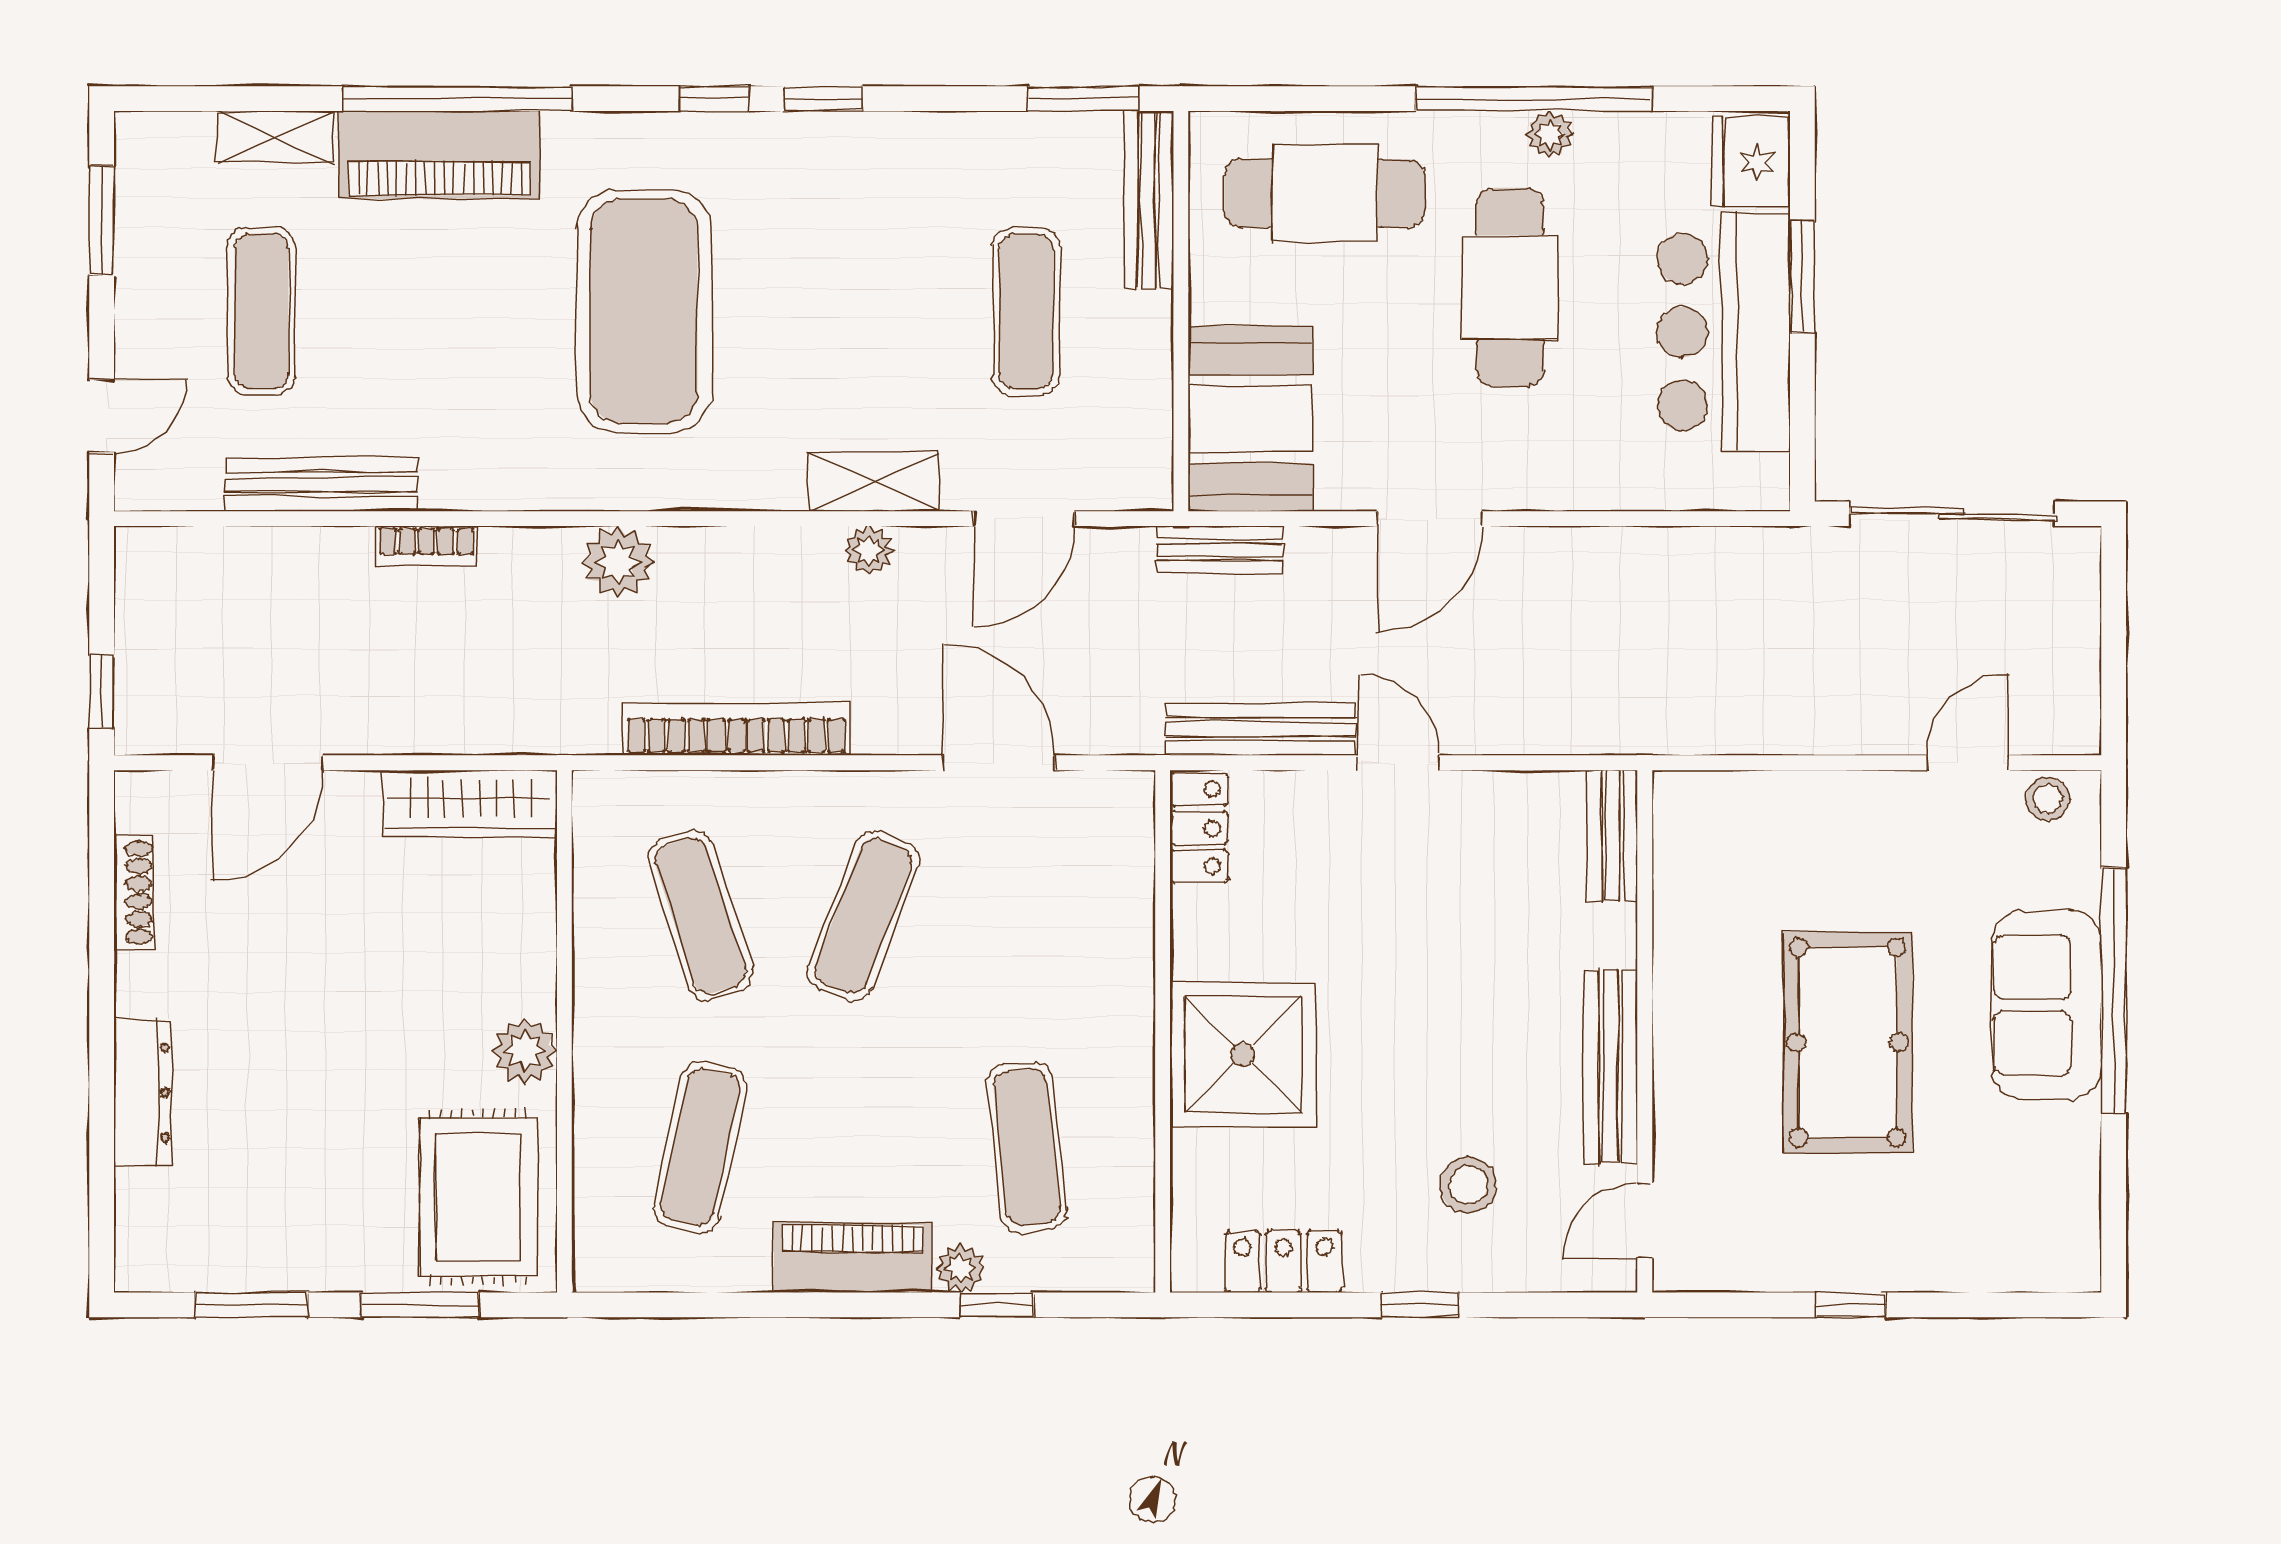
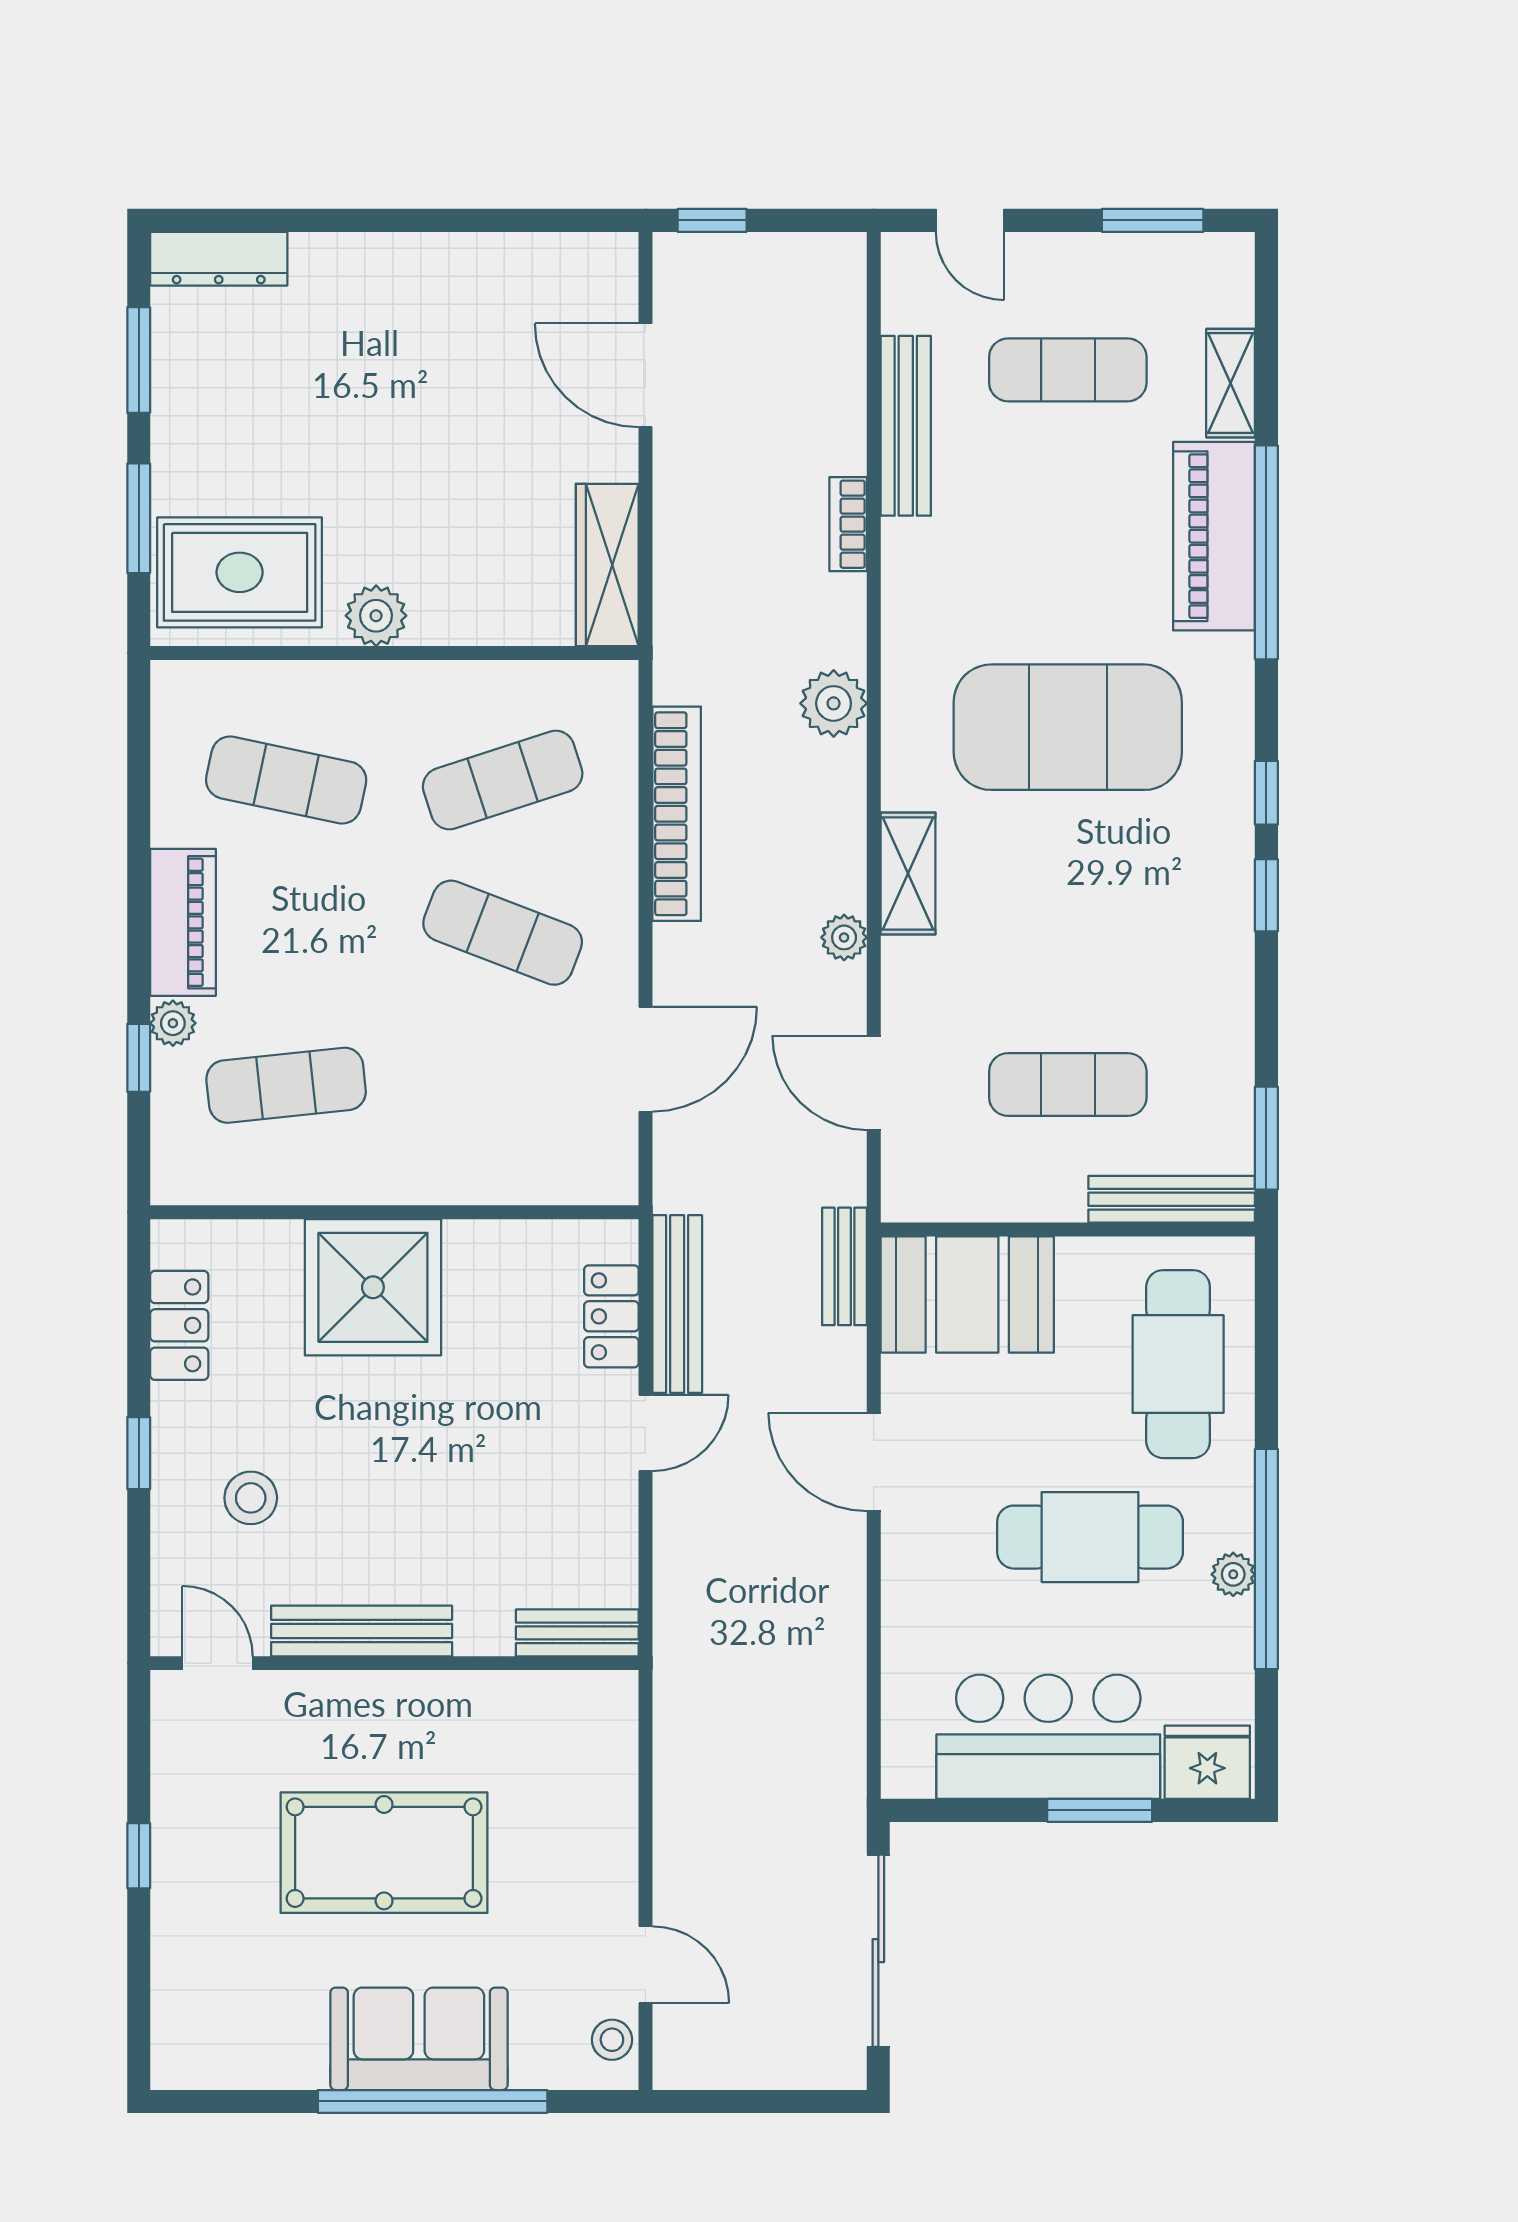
shelving: (873, 482) -> (908, 874), moved
locker: (1199, 828) -> (611, 1316), moved, turned 90
shoe rack: (134, 893) -> (524, 250), removed
dresser: (143, 1092) -> (219, 259), moved

